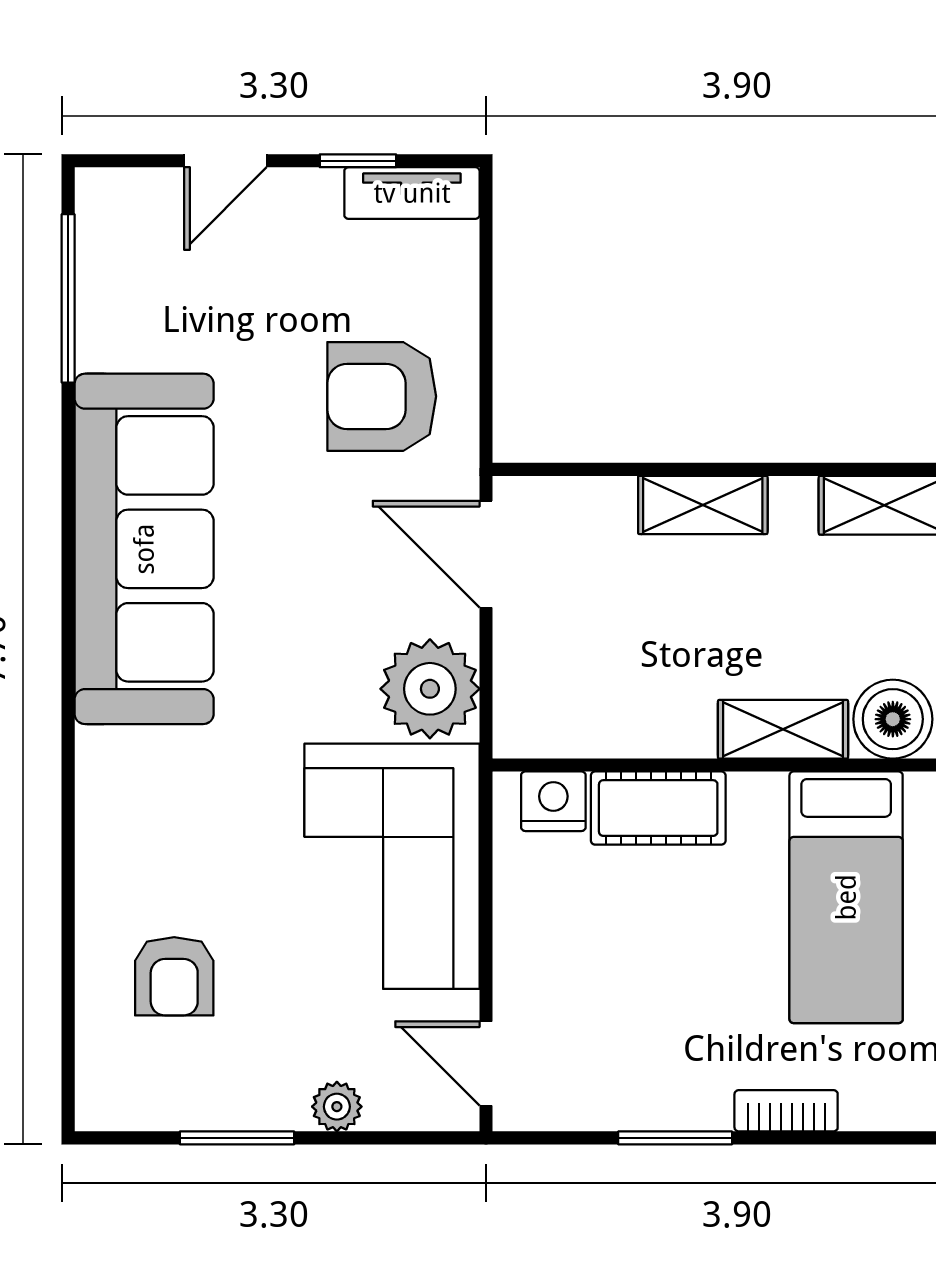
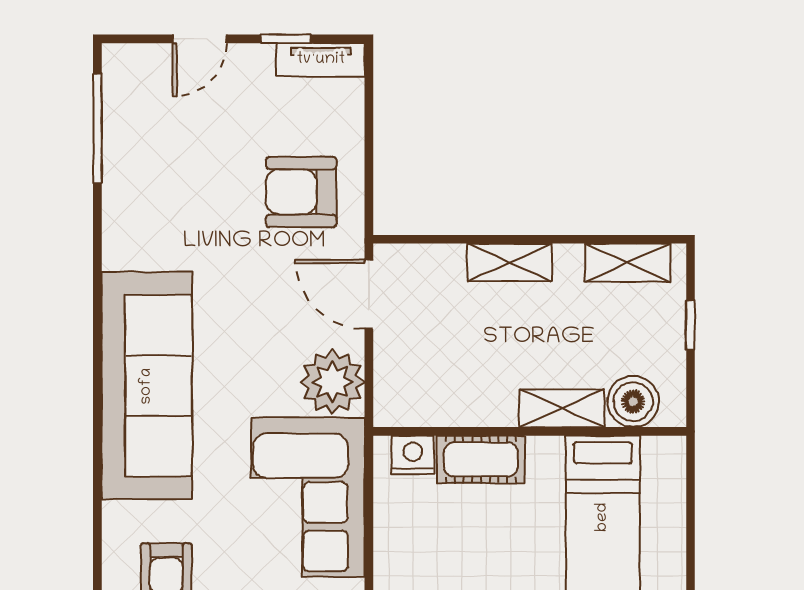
sofa: (144, 549) -> (147, 386), moved

